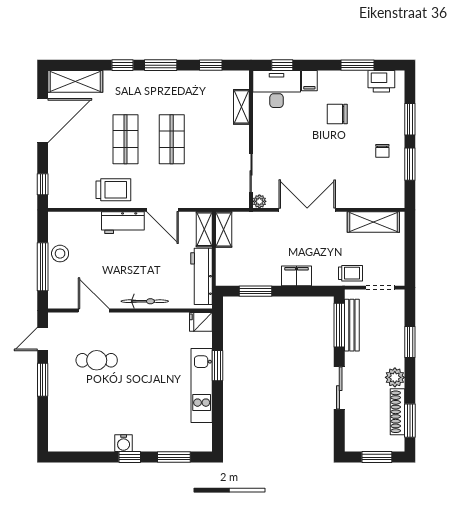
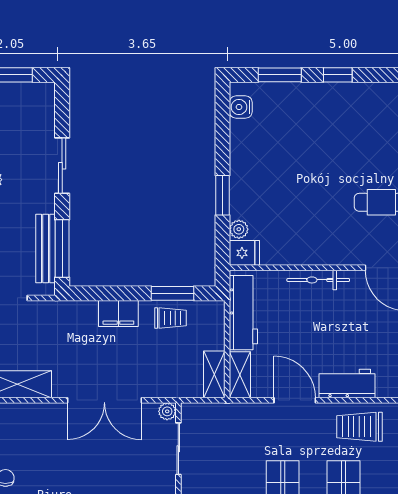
trolley: (350, 273) -> (171, 318), moved, turned 180
plant: (205, 340) -> (239, 229), added
kitchen unit: (202, 385) -> (243, 169), removed
water cooler: (124, 443) -> (241, 107), moved, turned -90

